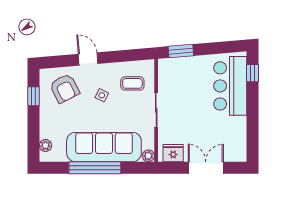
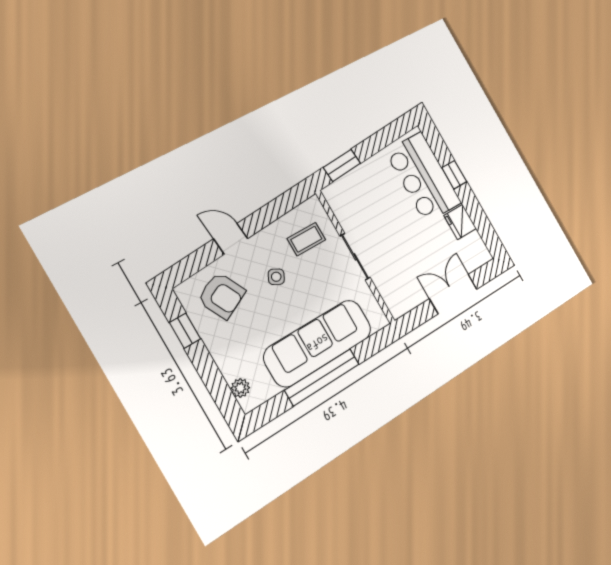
window: (252, 73) -> (454, 175), moved
fridge: (173, 153) -> (460, 222), moved, turned -90
plant: (148, 156) -> (379, 320), removed

